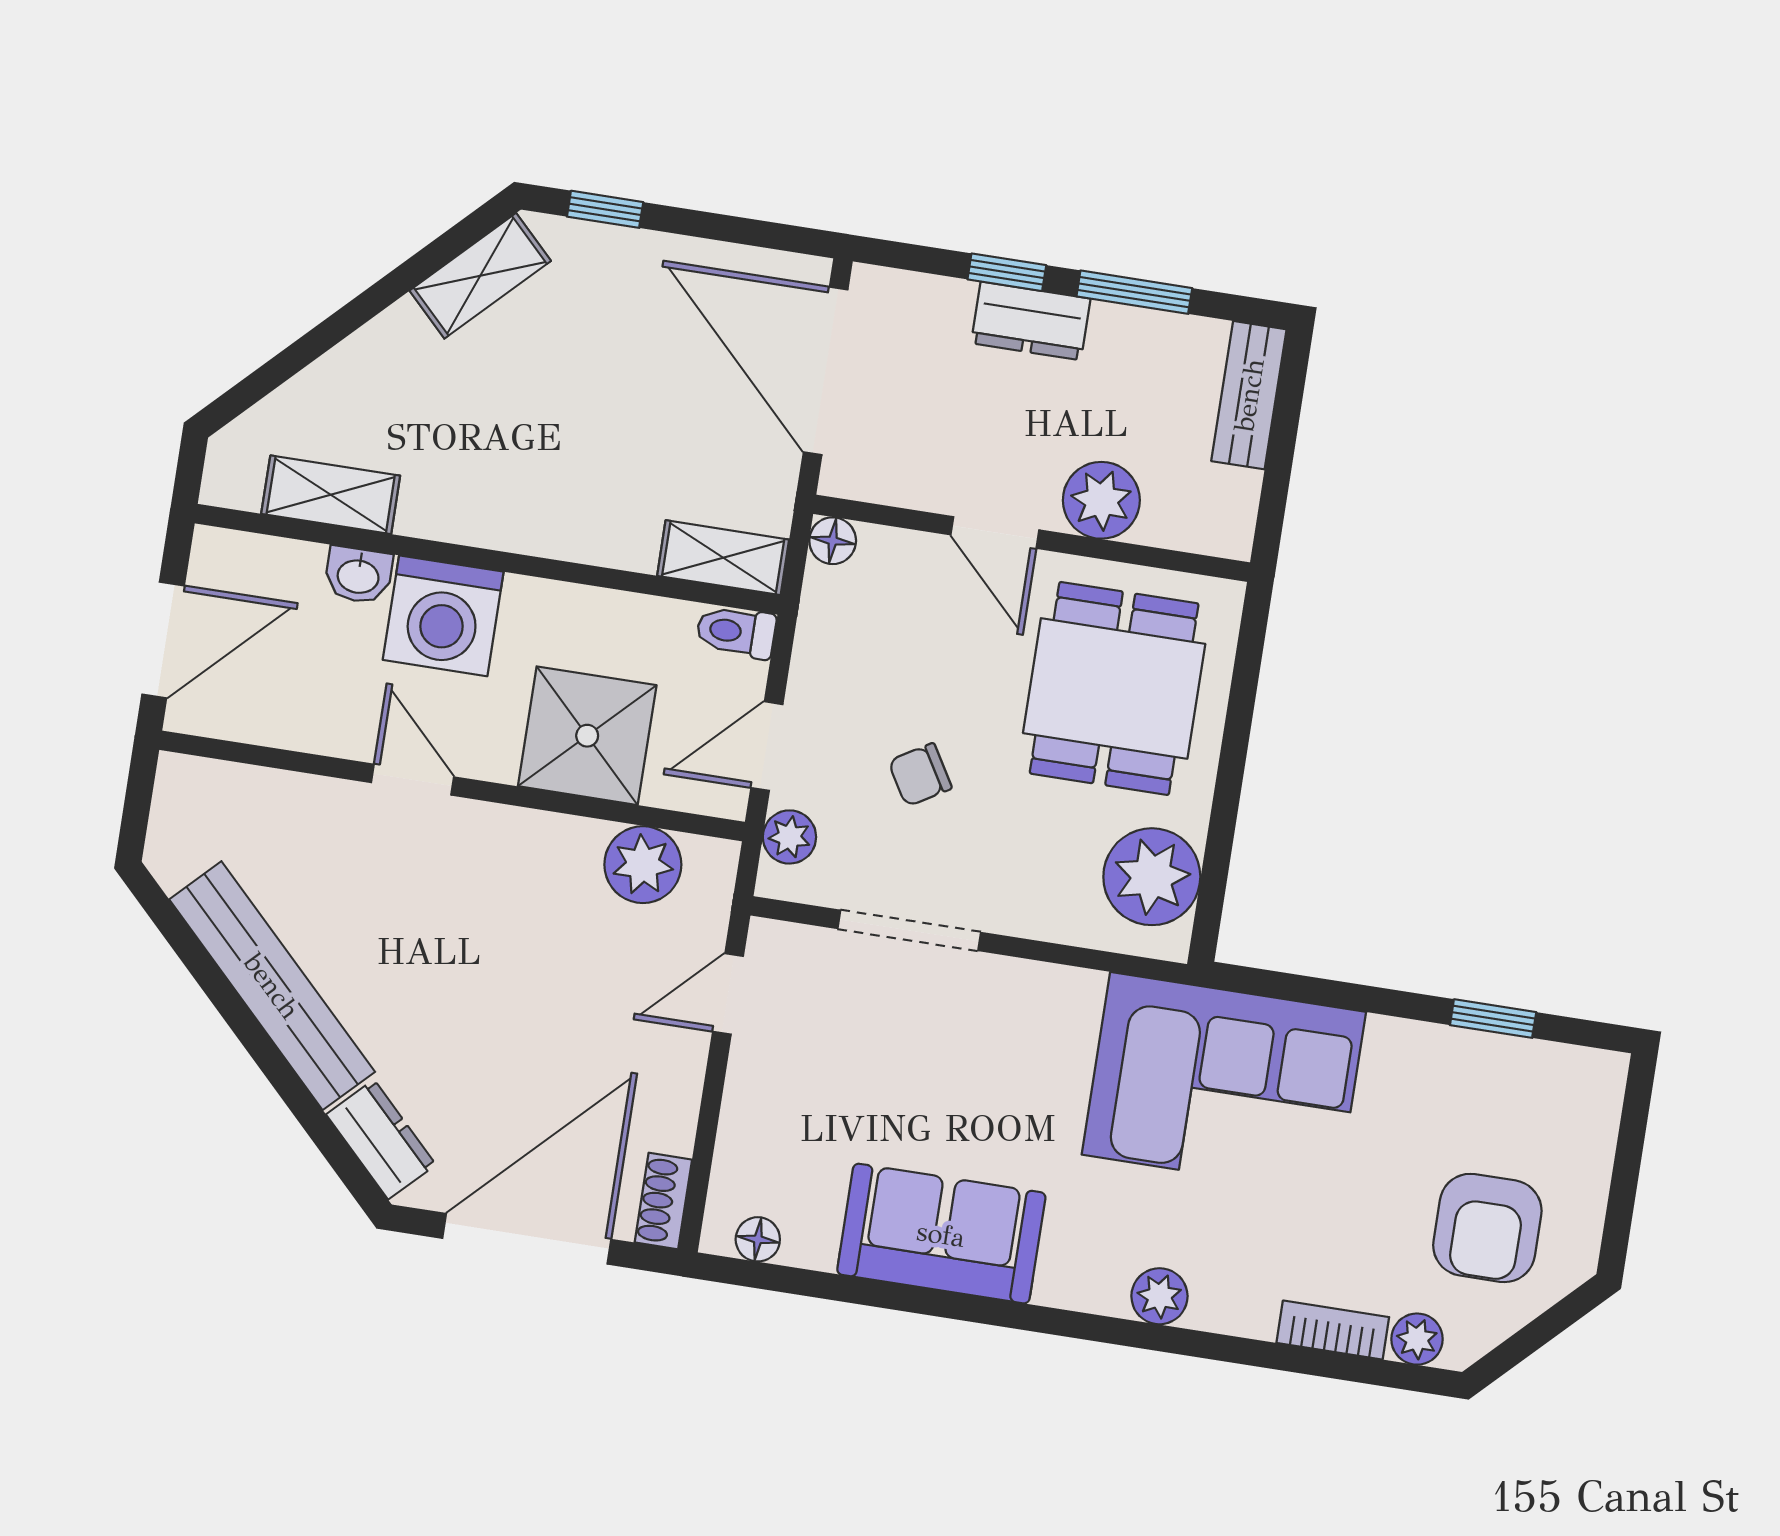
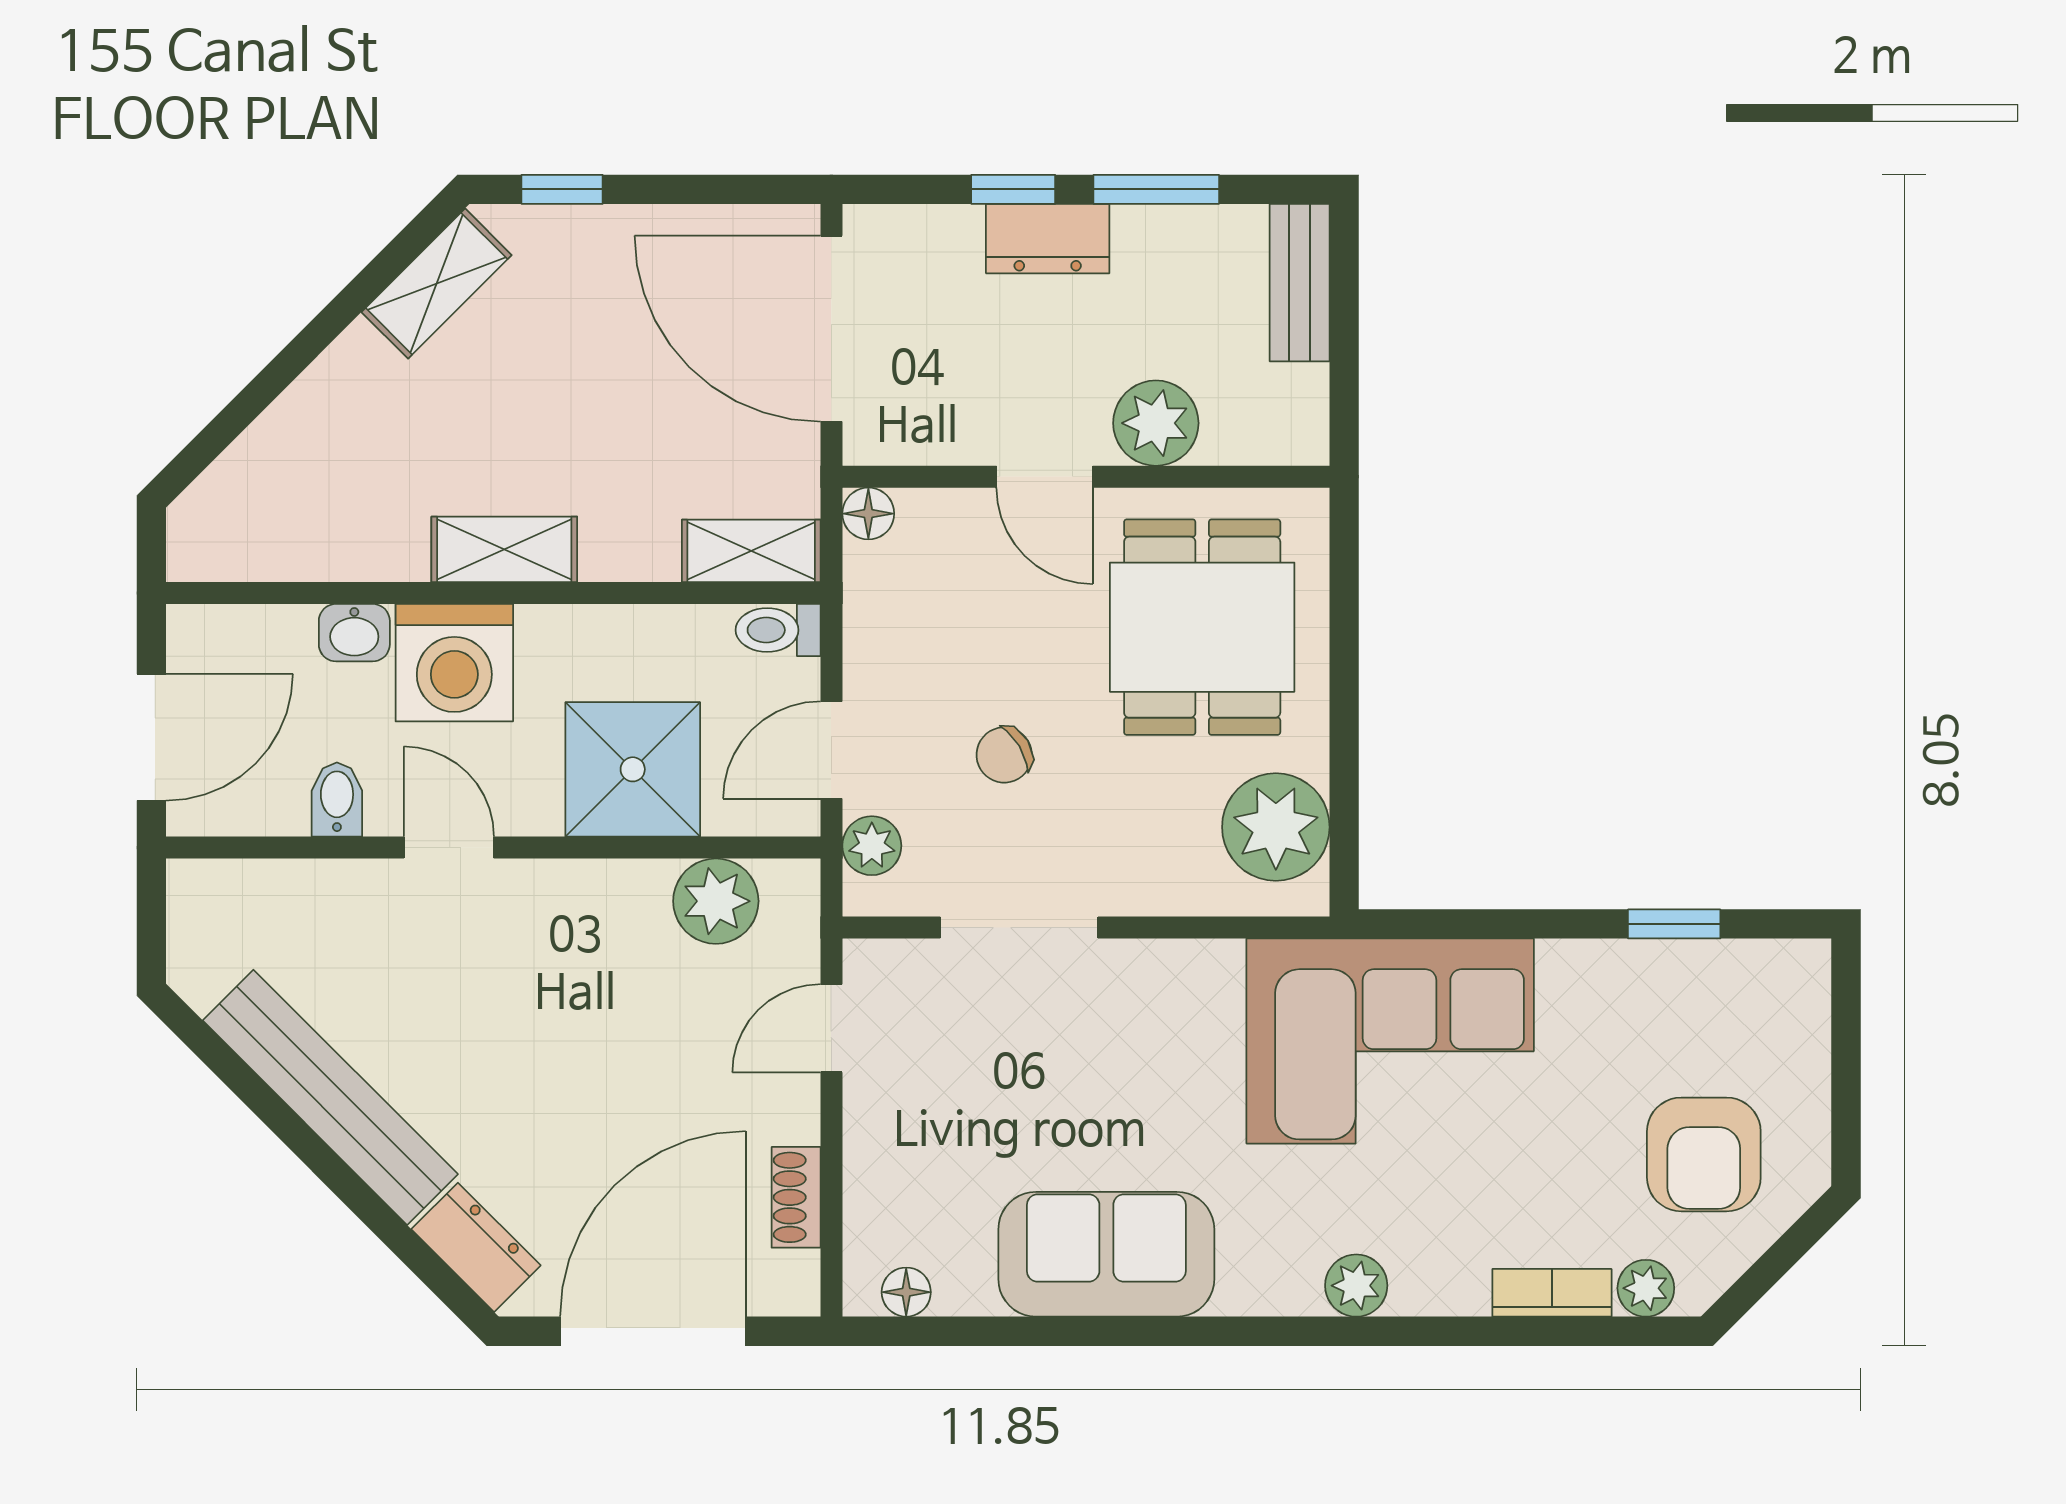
shelving: (331, 495) -> (504, 549), moved
bidet: (320, 721) -> (337, 800), added
shoe rack: (663, 1201) -> (796, 1197), moved

